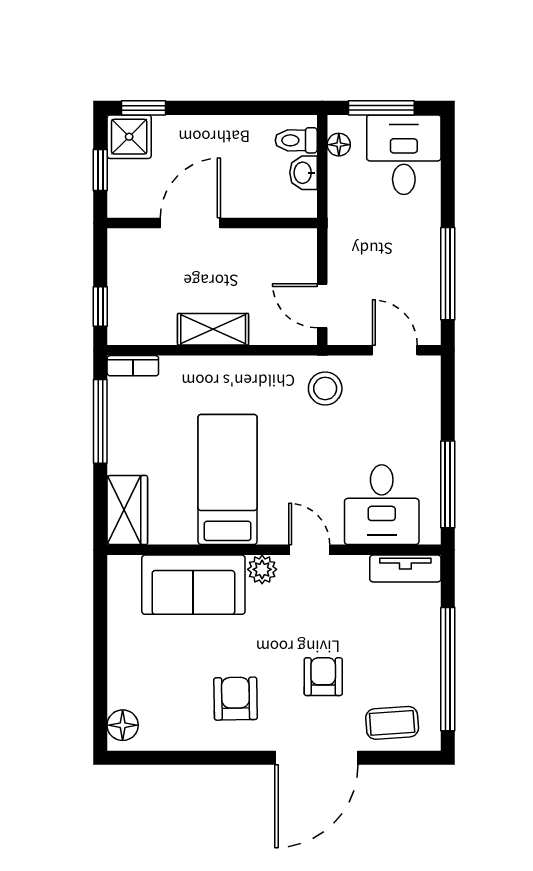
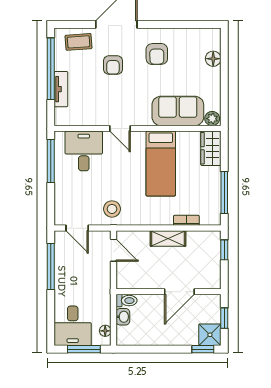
toilet: (296, 140) -> (126, 301), moved
bookcase: (133, 366) -> (186, 220), moved
tv unit: (405, 568) -> (61, 89), moved, turned 90
plant: (262, 569) -> (212, 119), moved
floor lamp: (123, 725) -> (213, 59), moved

